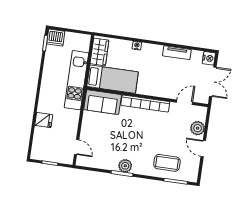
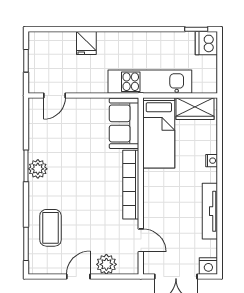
tv unit: (177, 53) -> (210, 211), width x1.41

